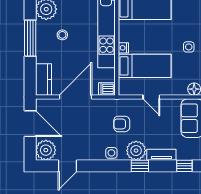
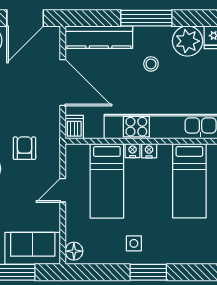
nightstand: (123, 36) -> (149, 151), added
kitchen counter: (44, 80) -> (99, 37), width x1.50

